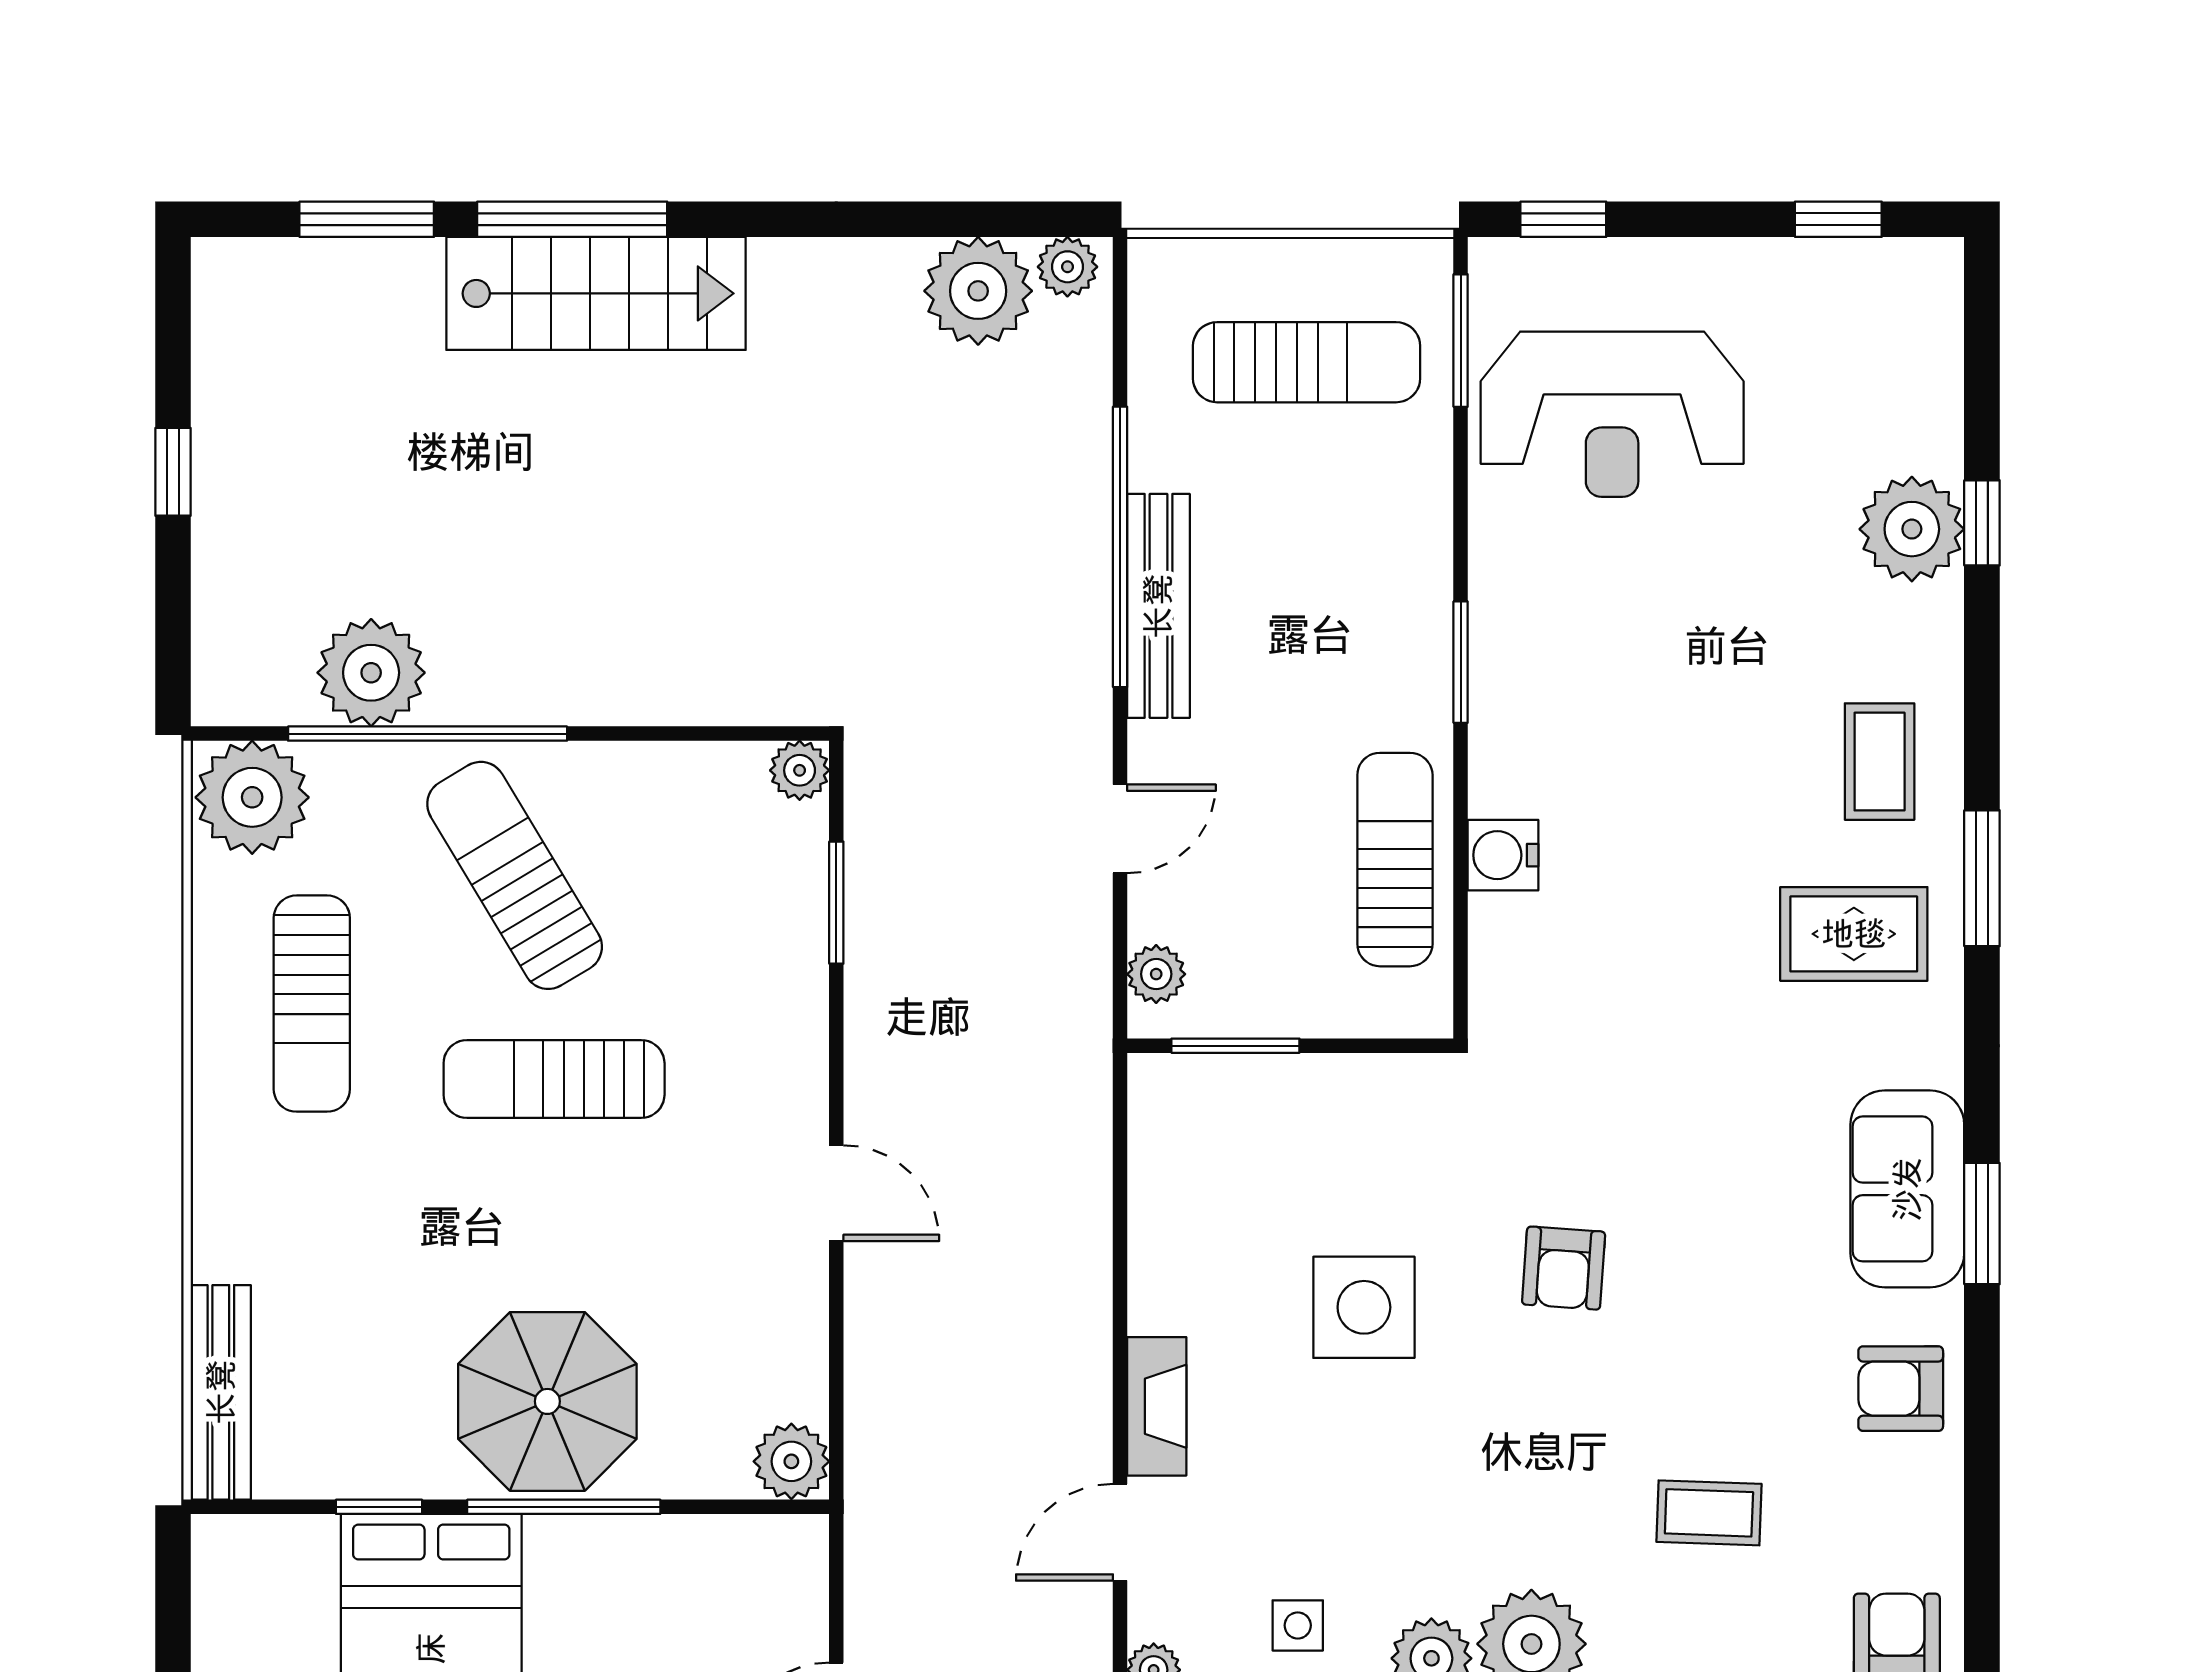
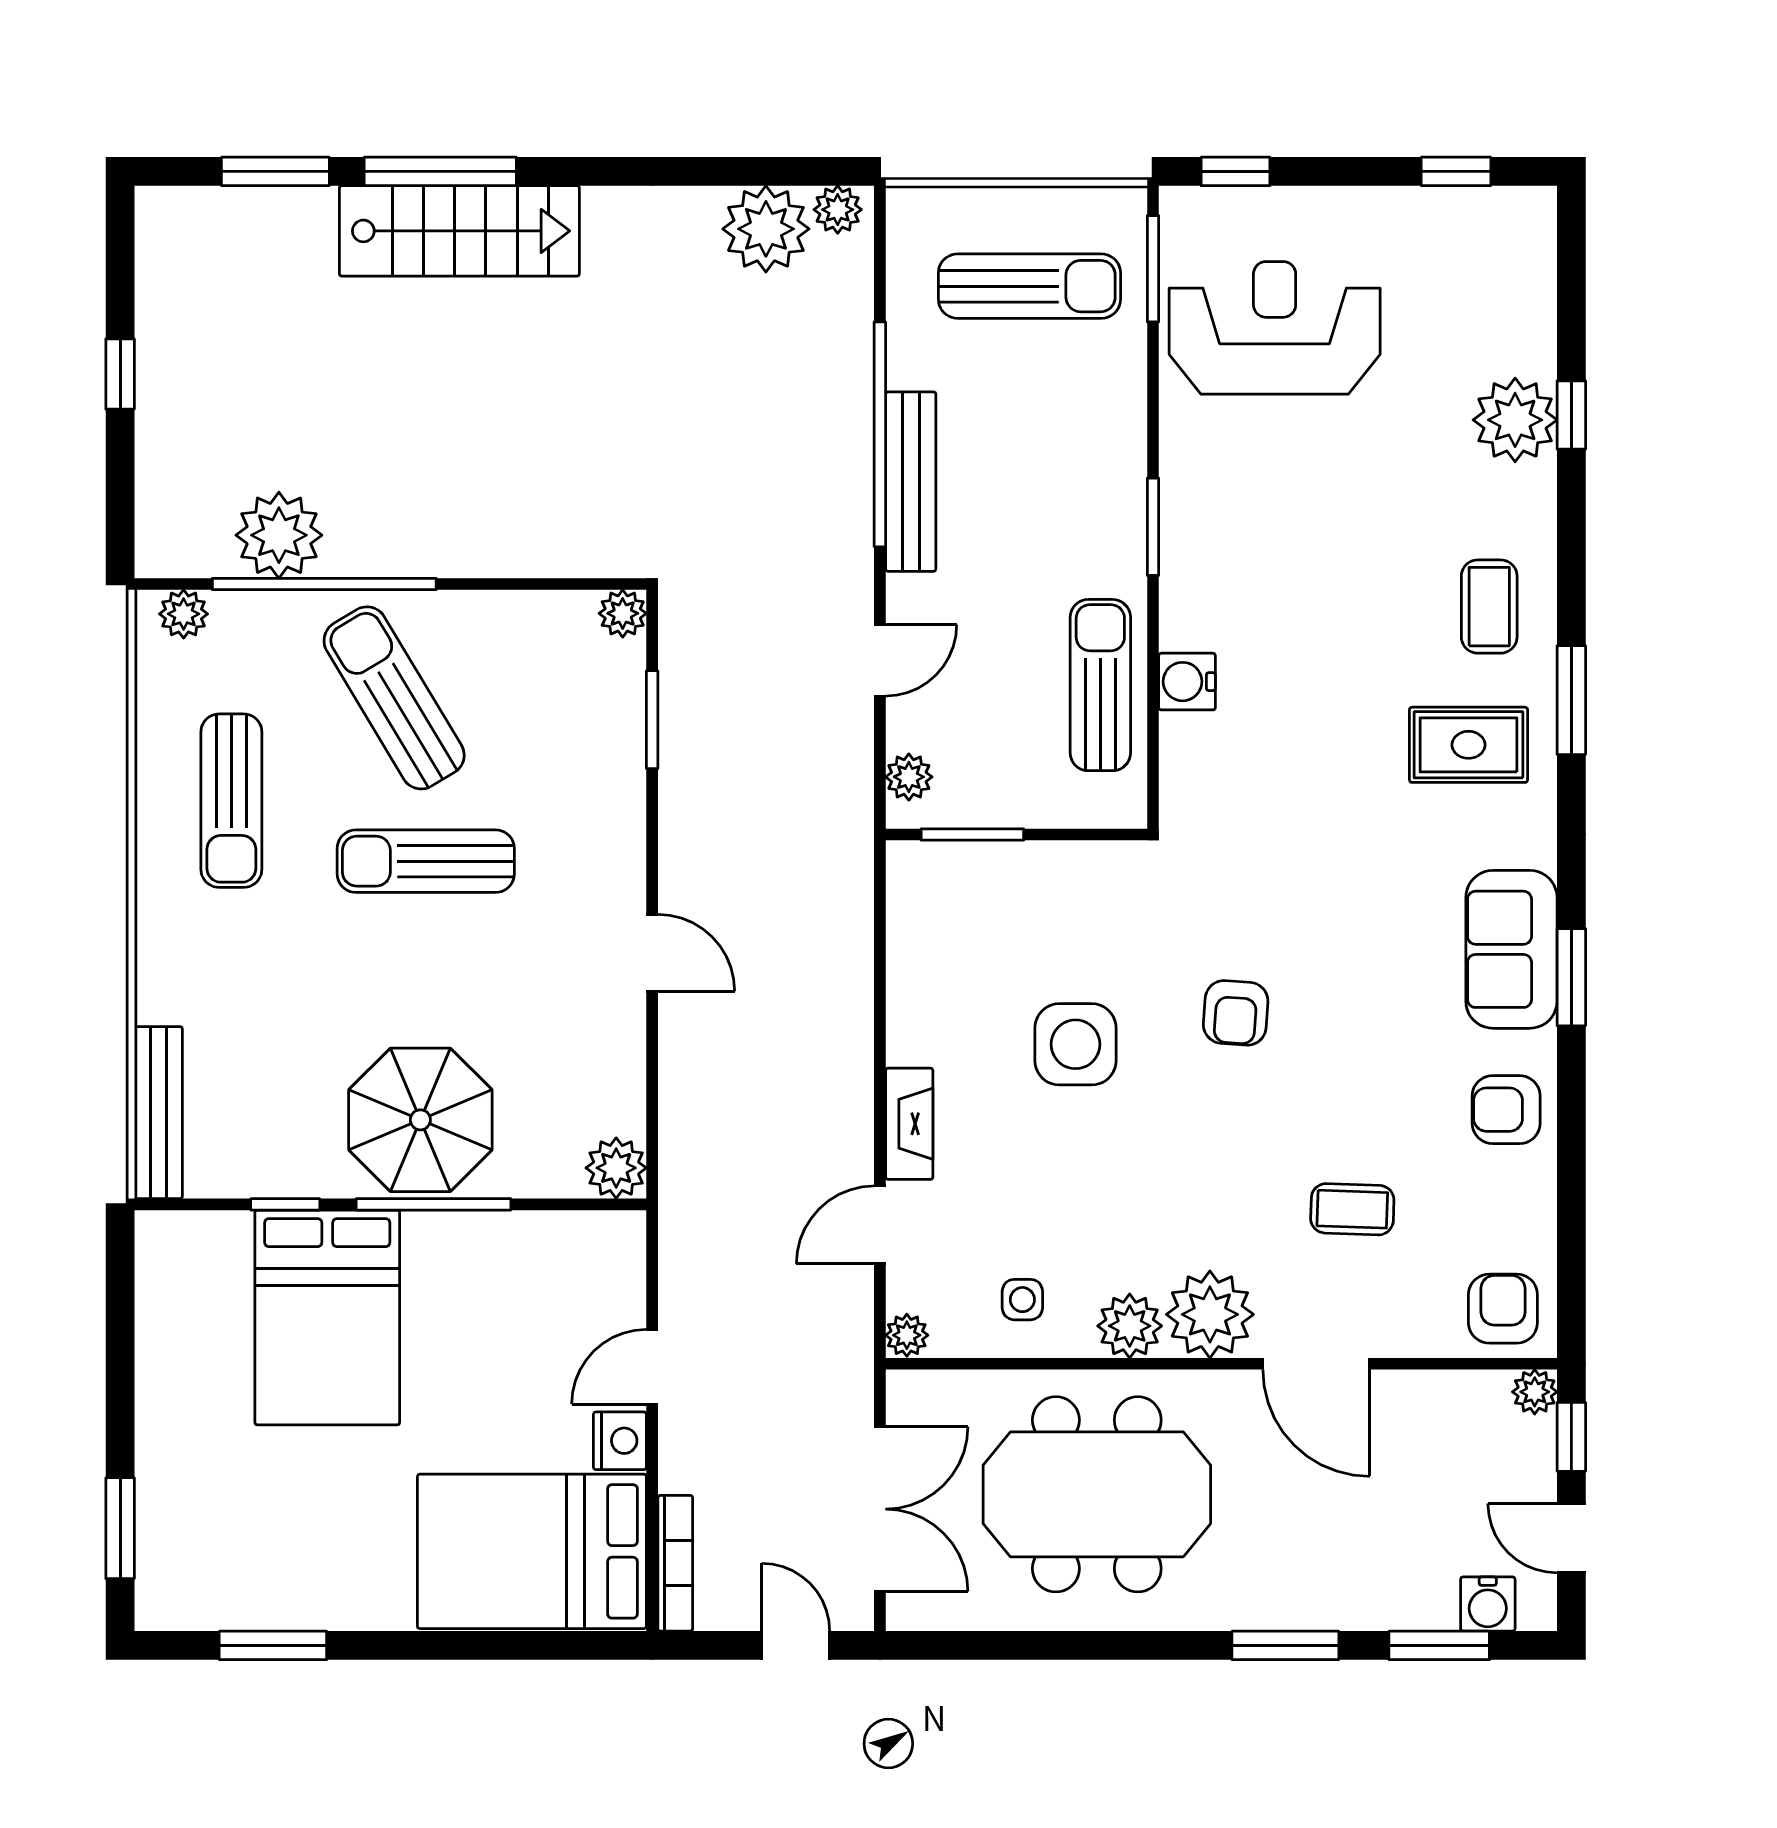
reception desk: (1612, 414) -> (1275, 328), turned 180
plant: (252, 797) -> (184, 614), width x0.53, depth x0.53

